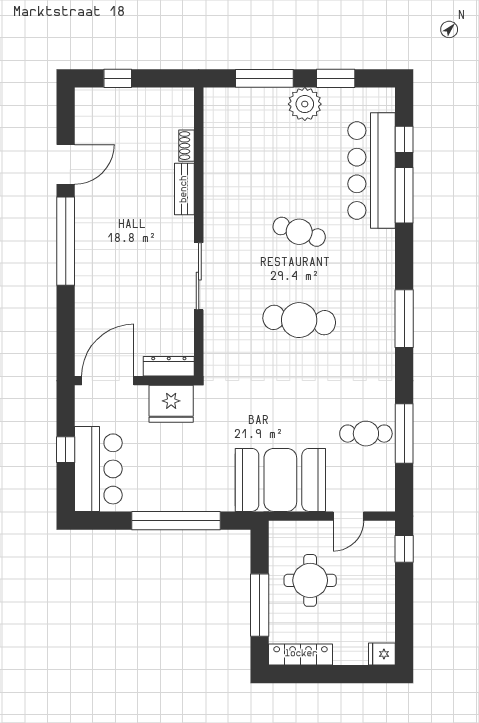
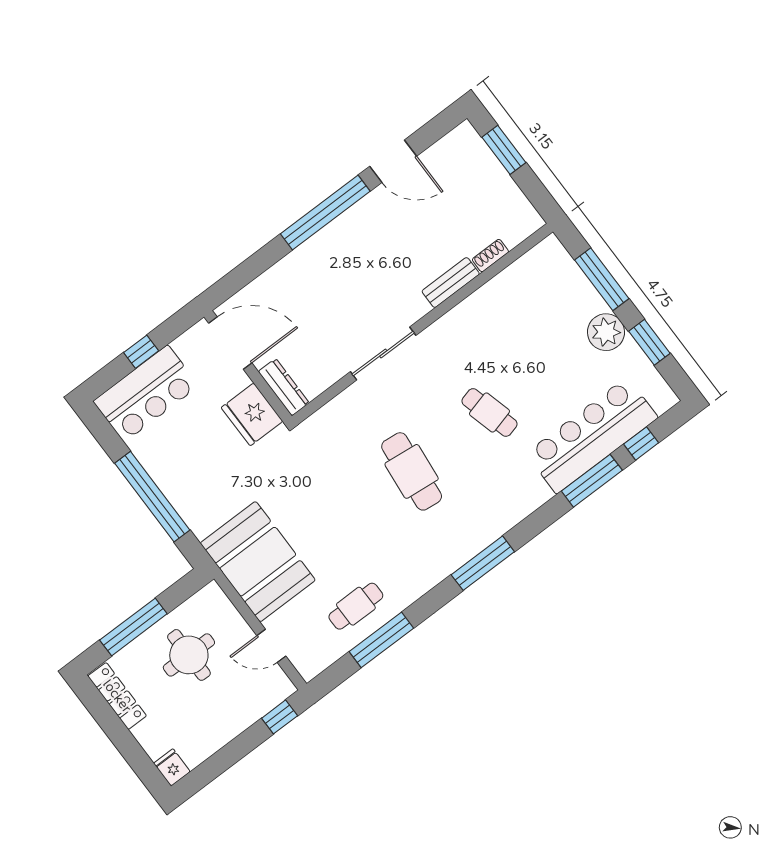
window: (118, 78) -> (504, 150), width x1.50
cafe table: (299, 232) -> (489, 412), turned -33
cafe table: (366, 434) -> (356, 606), turned 90

